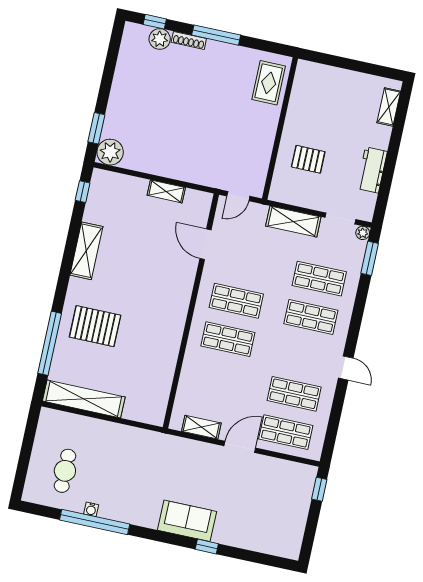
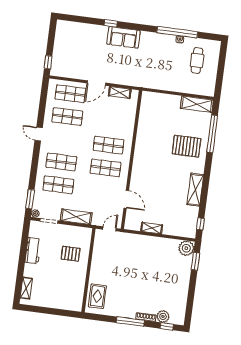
shelving: (84, 399) -> (197, 104), width x0.68

